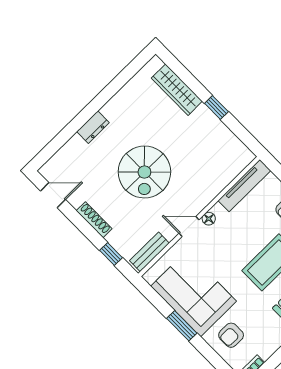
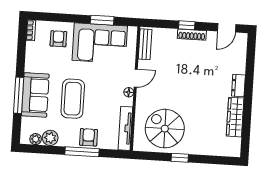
wardrobe: (177, 90) -> (235, 117), moved, turned -90
spiral stairs: (144, 172) -> (165, 129), moved
window: (111, 254) -> (187, 25), moved
window: (182, 326) -> (102, 20), moved

